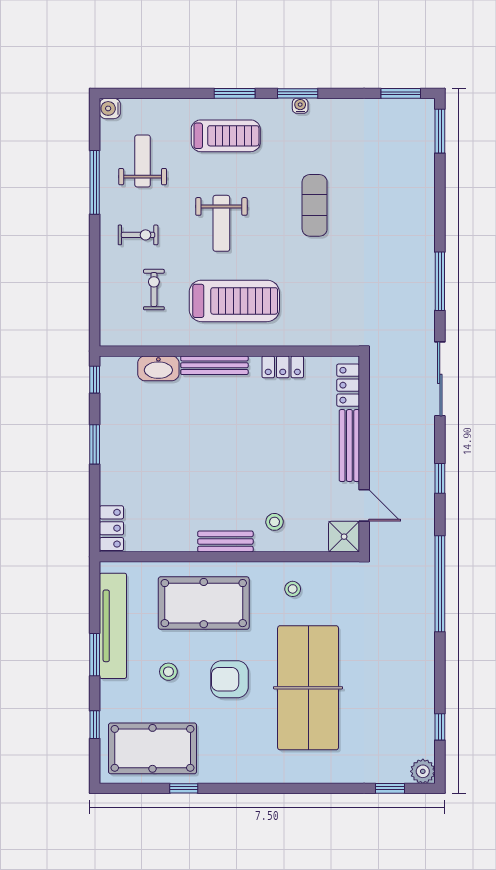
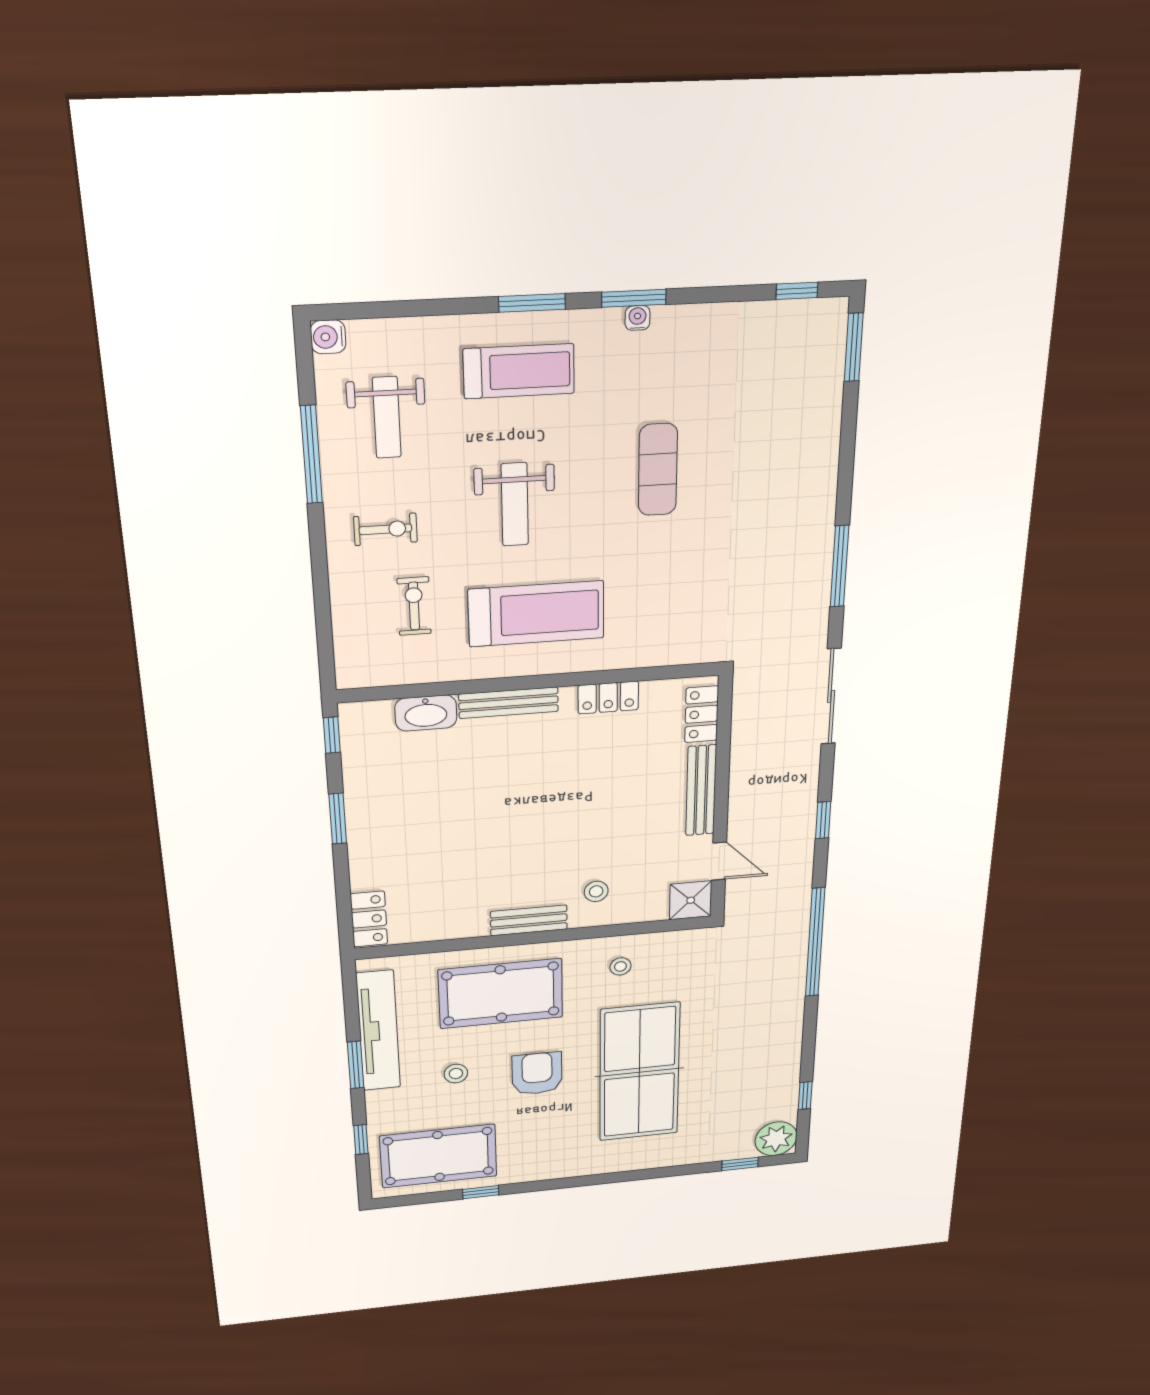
window: (401, 93) -> (797, 291), width x0.67
weight bench: (143, 161) -> (387, 417), turned 180
armchair: (230, 679) -> (537, 1073), turned 90
plant: (423, 771) -> (776, 1139), width x1.36, depth x1.36

